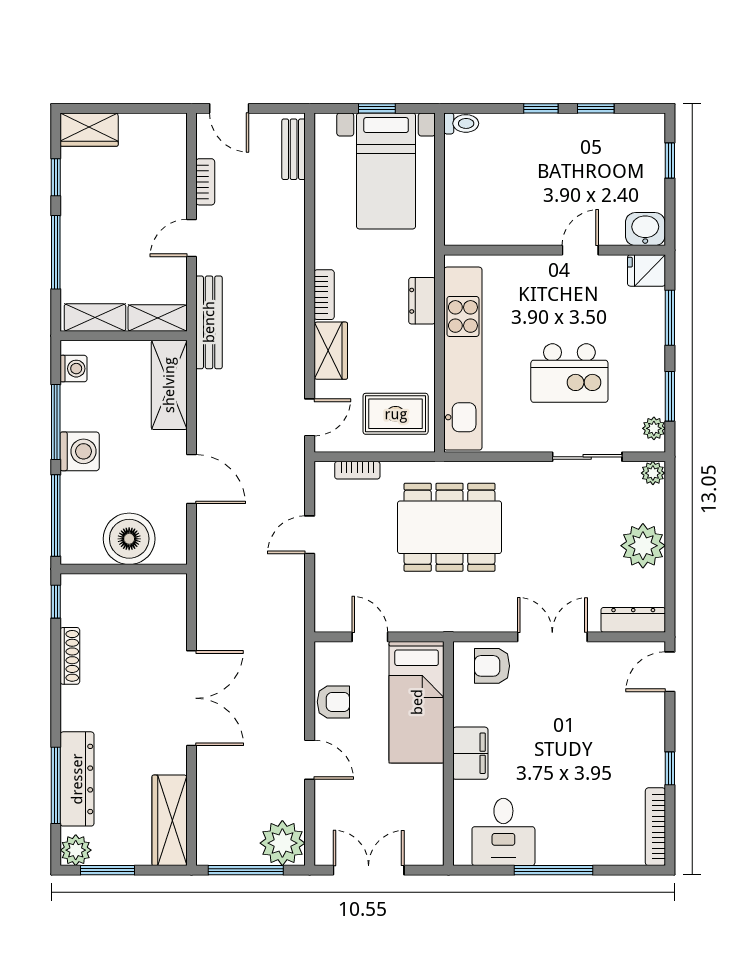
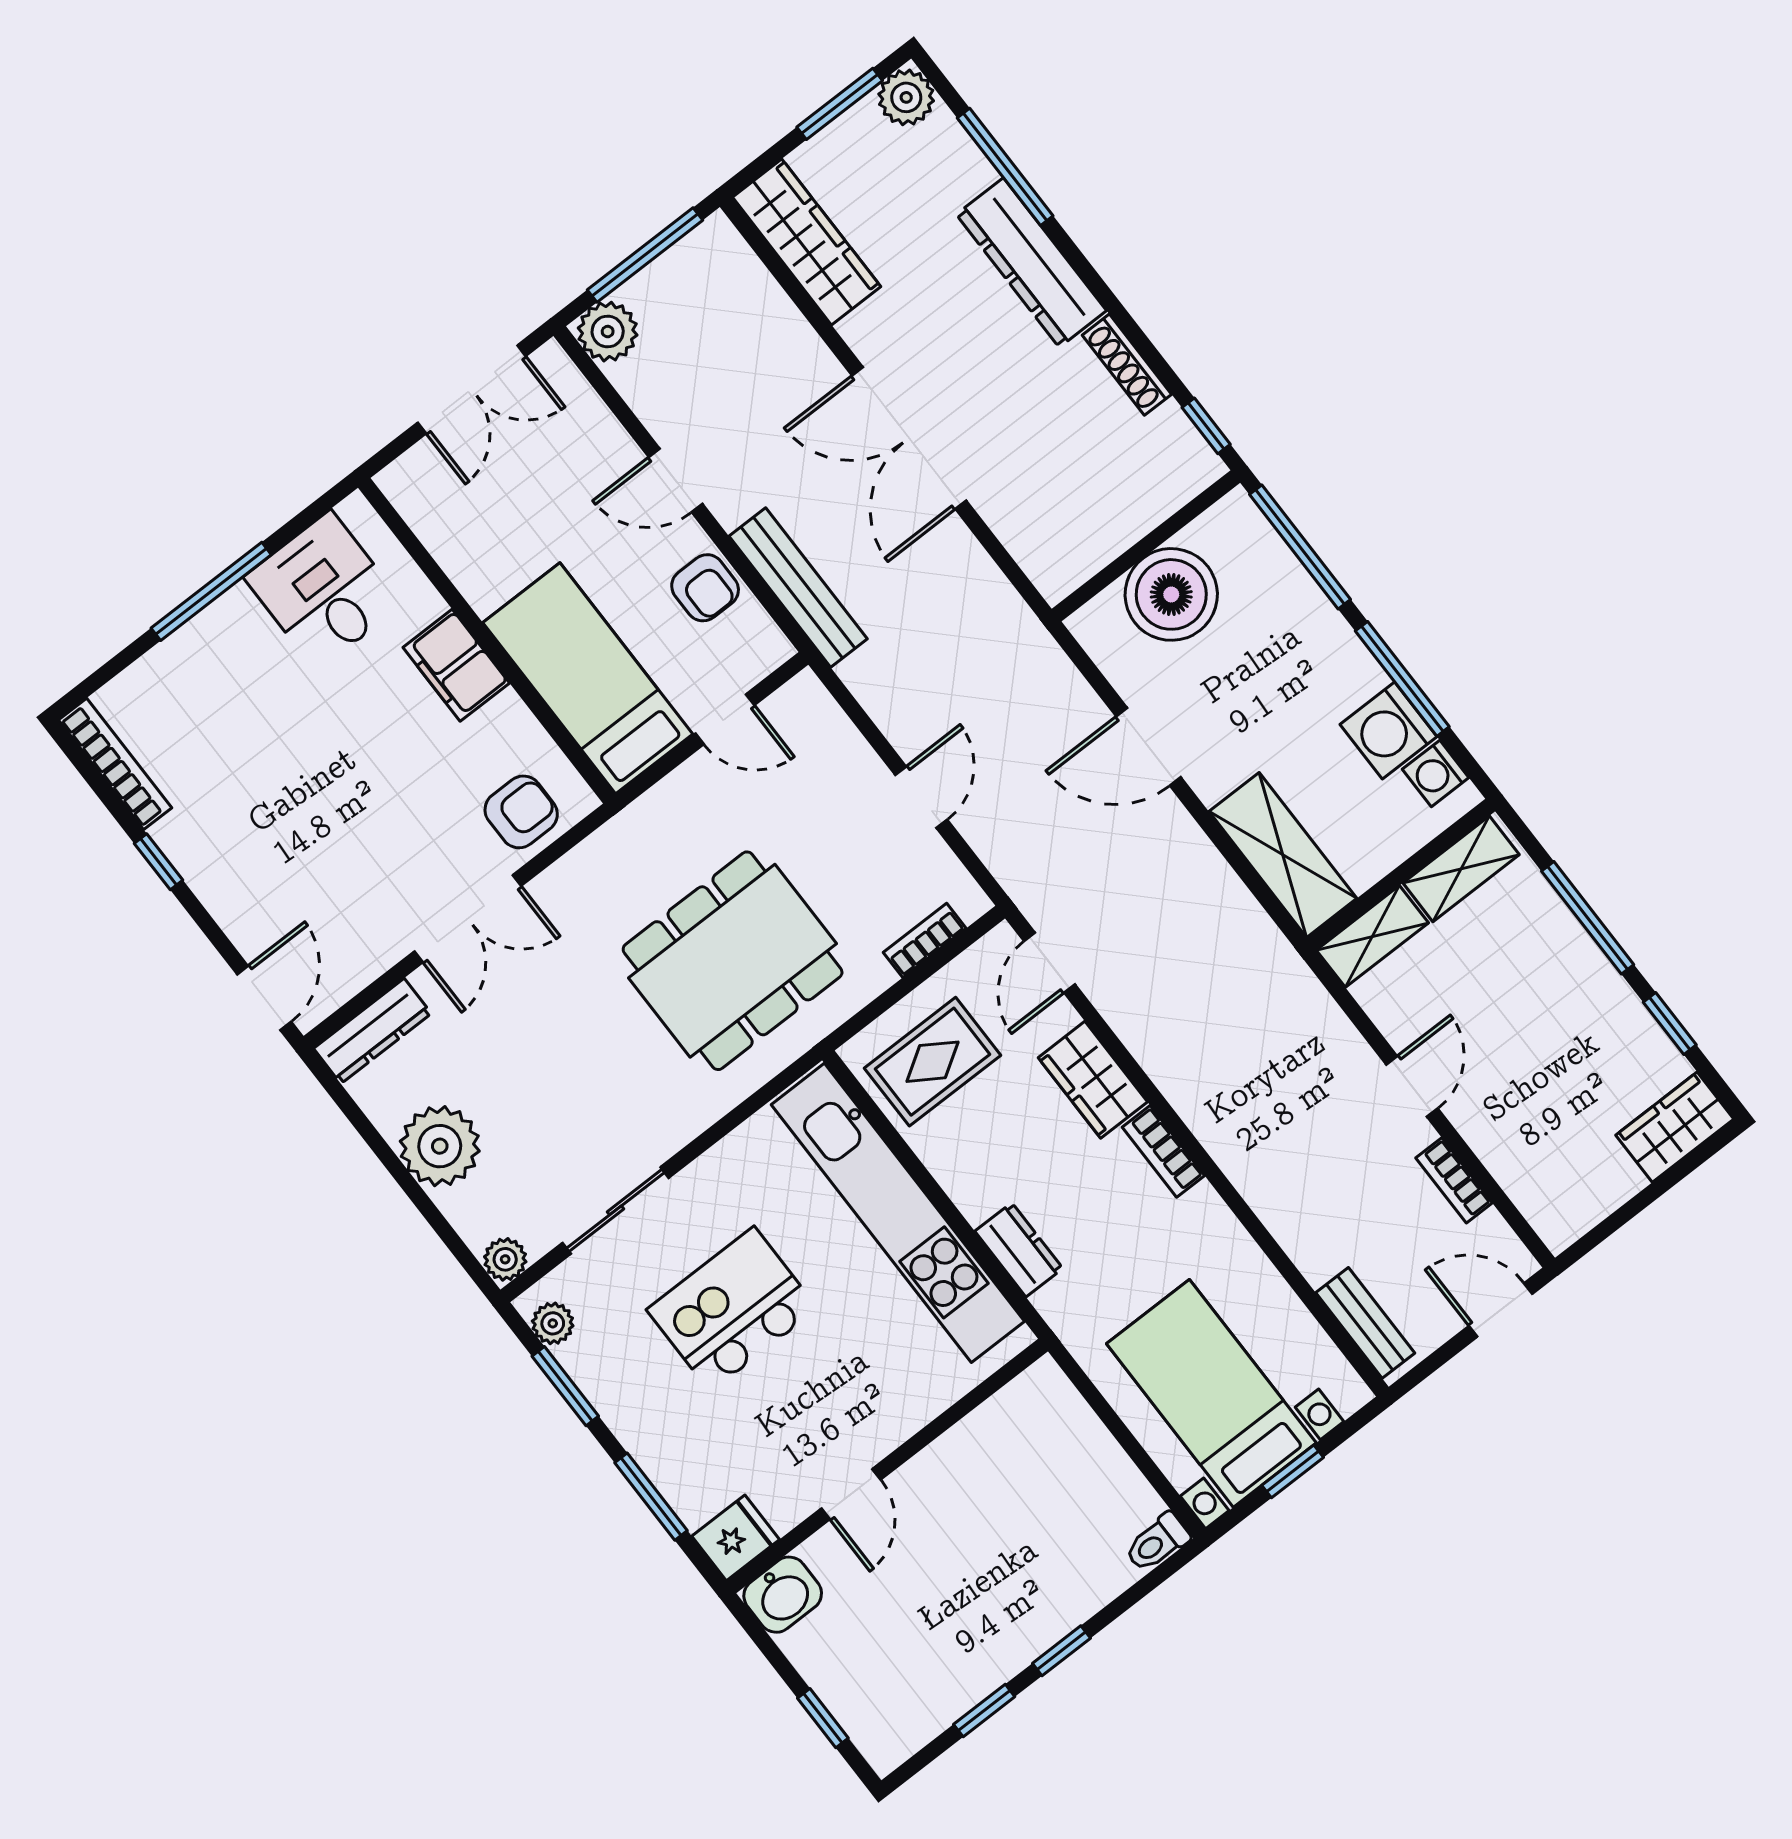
bench: (209, 322) -> (798, 588), moved
washing machine: (80, 451) -> (1389, 731), moved
armchair: (333, 702) -> (705, 588), turned -90
dresser: (77, 779) -> (1031, 263), moved
plant: (282, 843) -> (608, 332), width x0.73, depth x0.73

